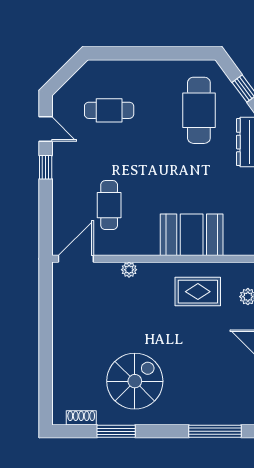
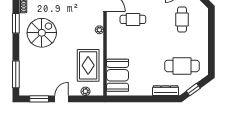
booth: (192, 235) -> (118, 75), moved
rug: (198, 292) -> (88, 65), width x1.36, depth x1.43
spiral stairs: (135, 381) -> (42, 33), turned -90

